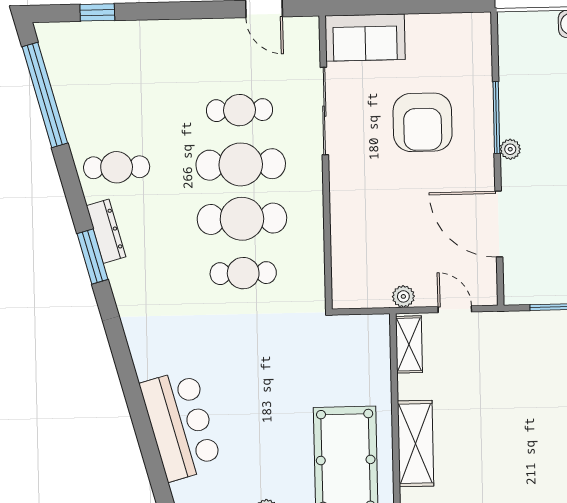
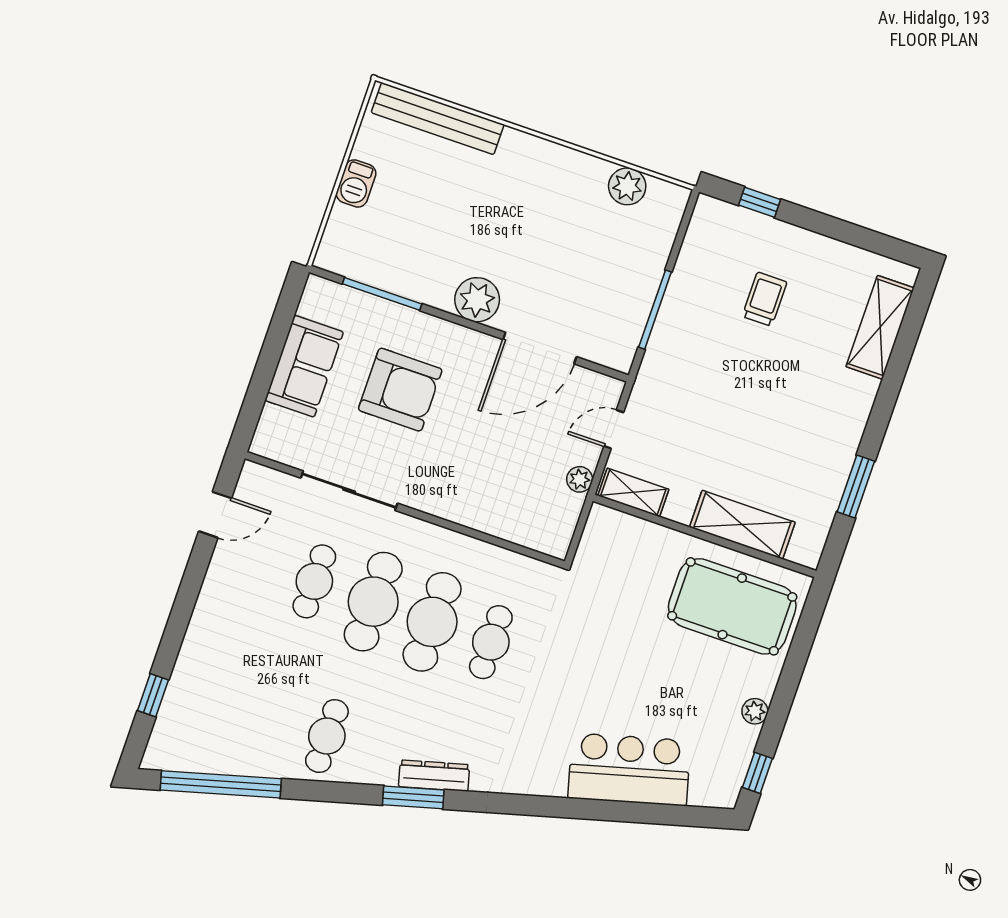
sofa: (365, 38) -> (304, 366), moved
window: (496, 118) -> (382, 294), moved
plant: (510, 149) -> (477, 300), width x1.87, depth x1.87
dresser: (106, 231) -> (434, 776), moved

